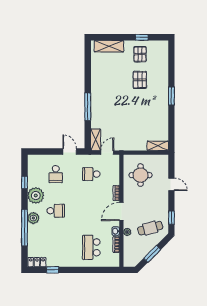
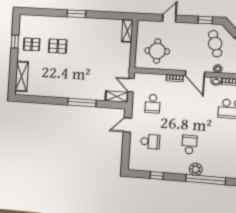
plant: (36, 195) -> (172, 165), removed

